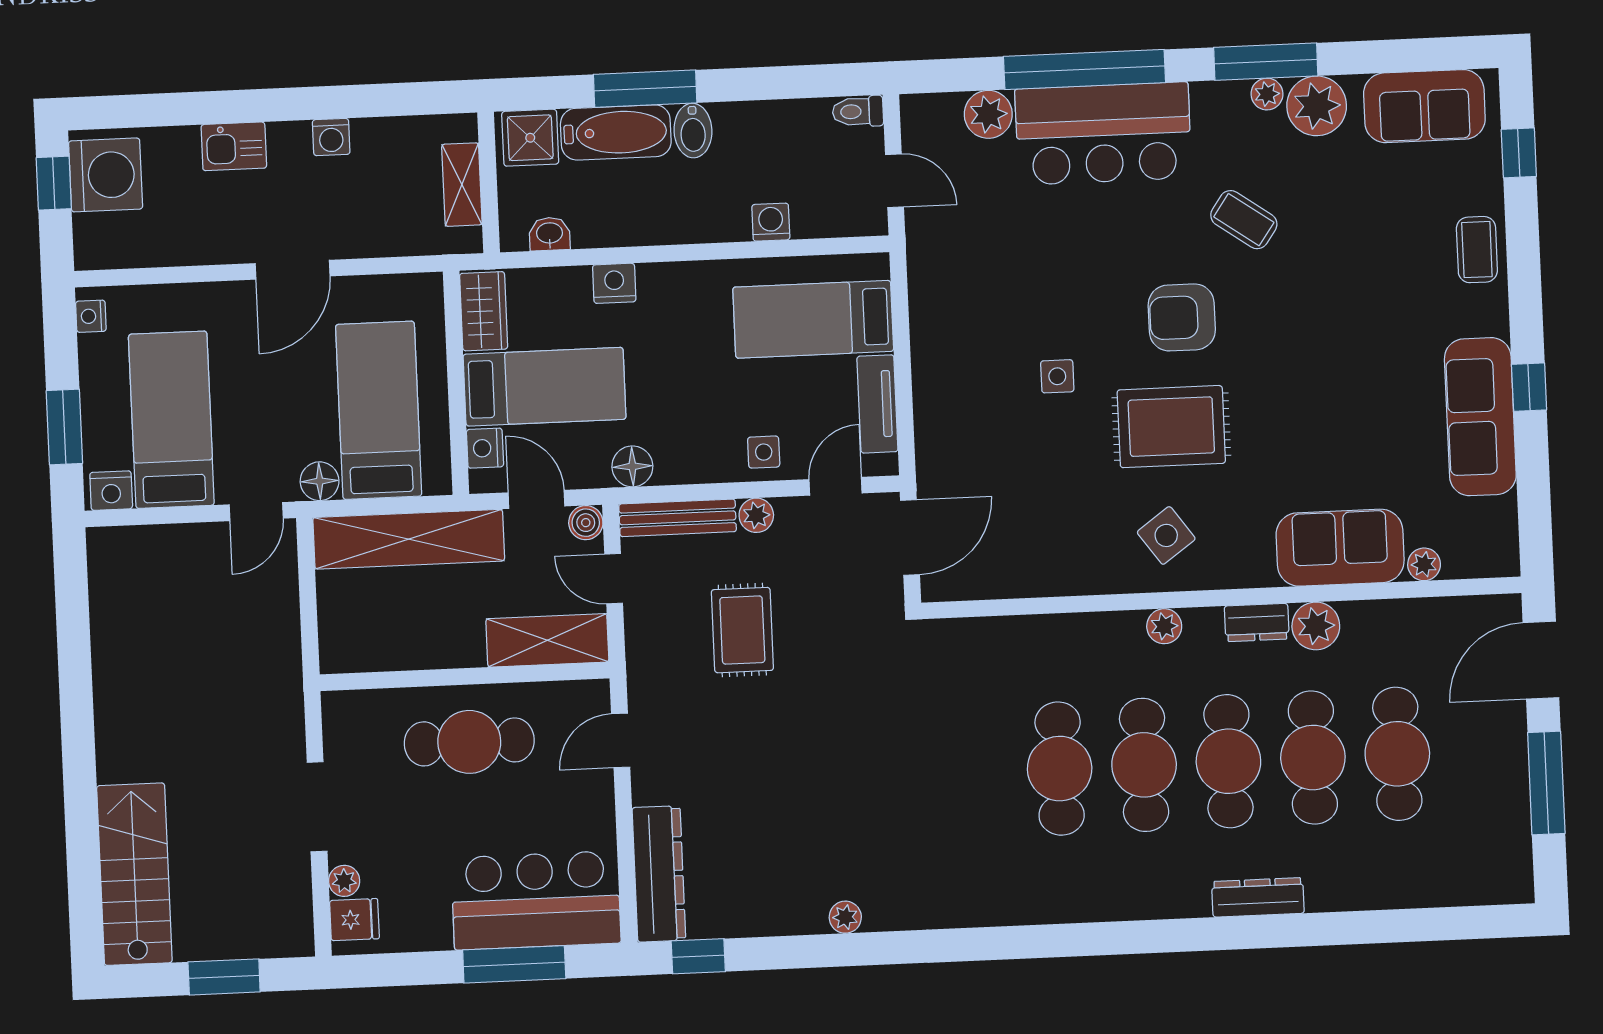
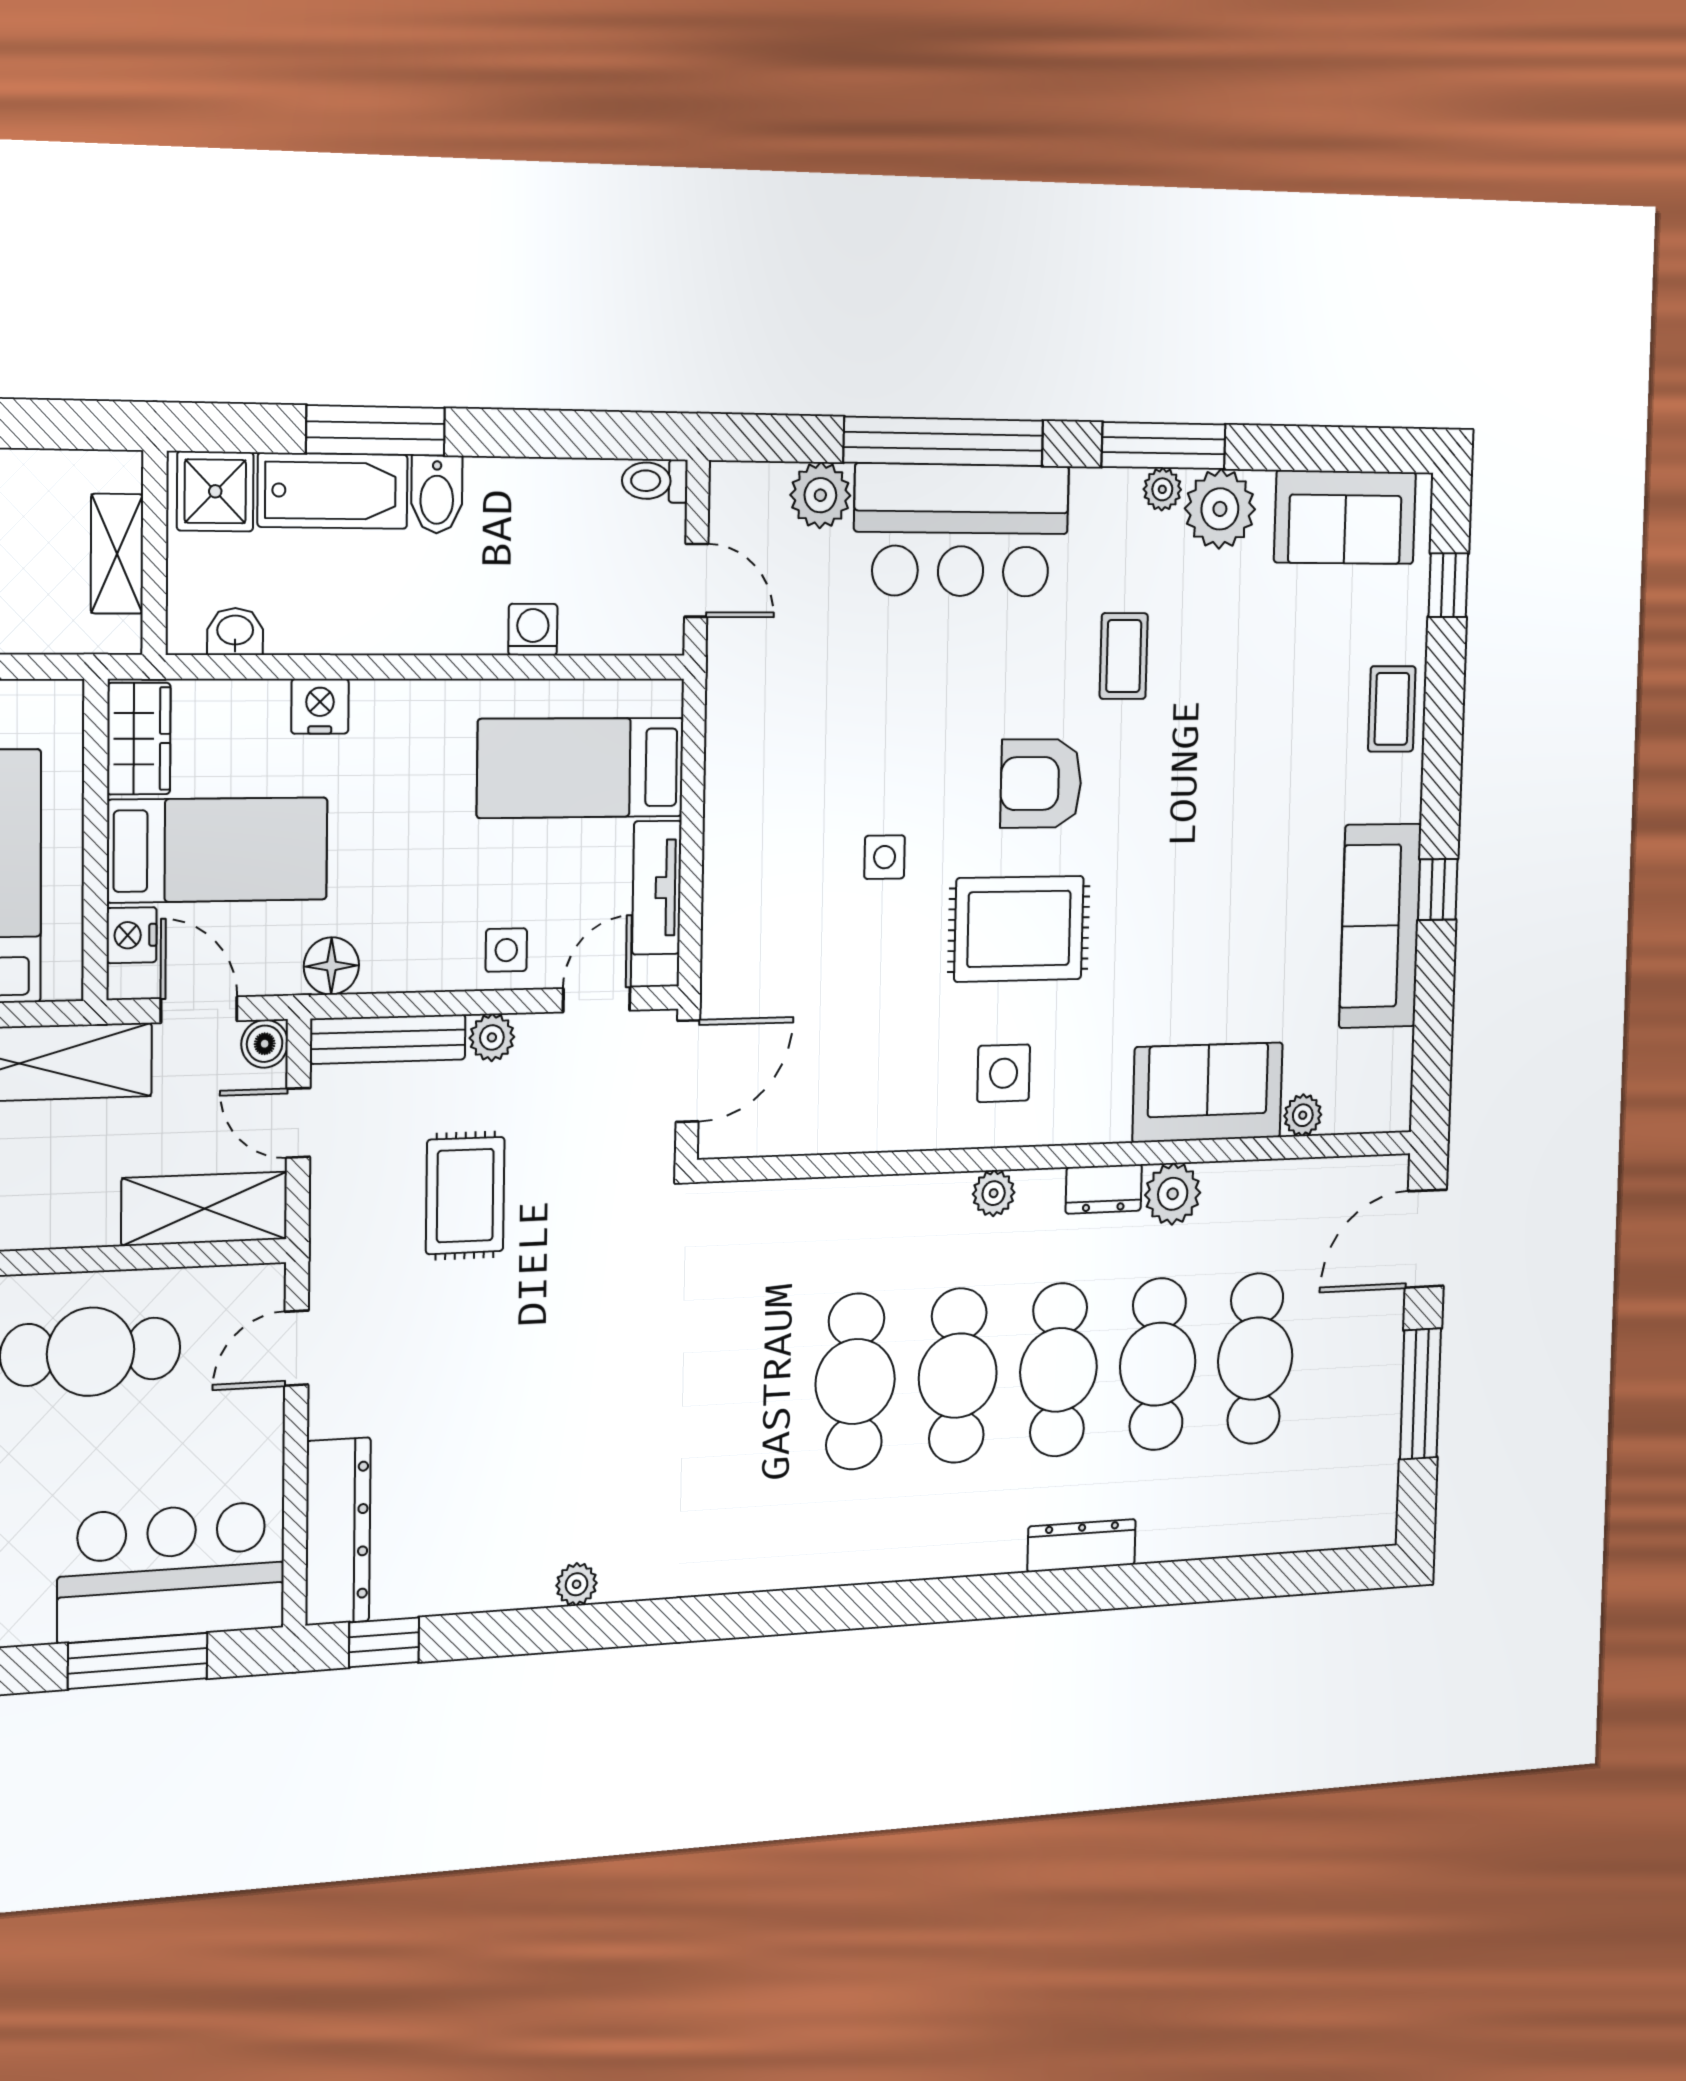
coffee table: (1244, 220) -> (1124, 656), turned 55
side table: (1166, 535) -> (1004, 1073), turned 36

